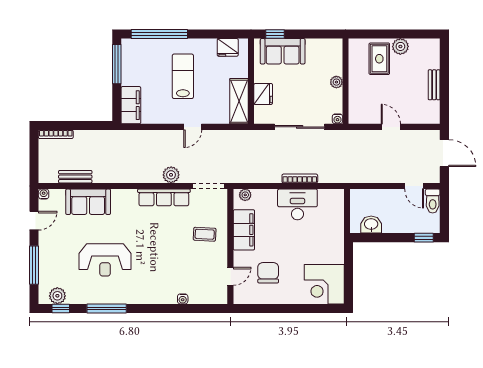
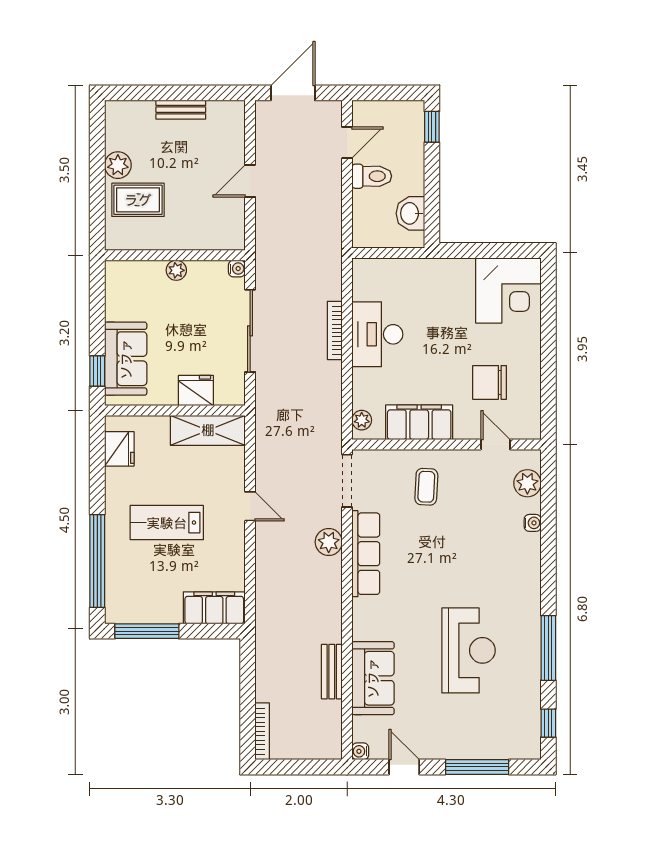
bench: (75, 177) -> (332, 672), moved
toilet: (433, 201) -> (372, 176), moved
plant: (57, 296) -> (527, 483), moved

